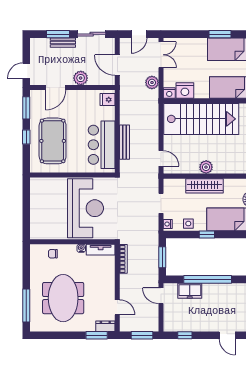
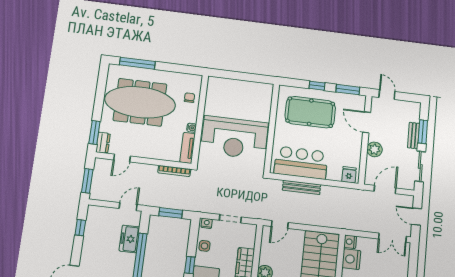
plant: (152, 83) -> (363, 224), removed
meeting table: (63, 298) -> (140, 102), width x1.36

